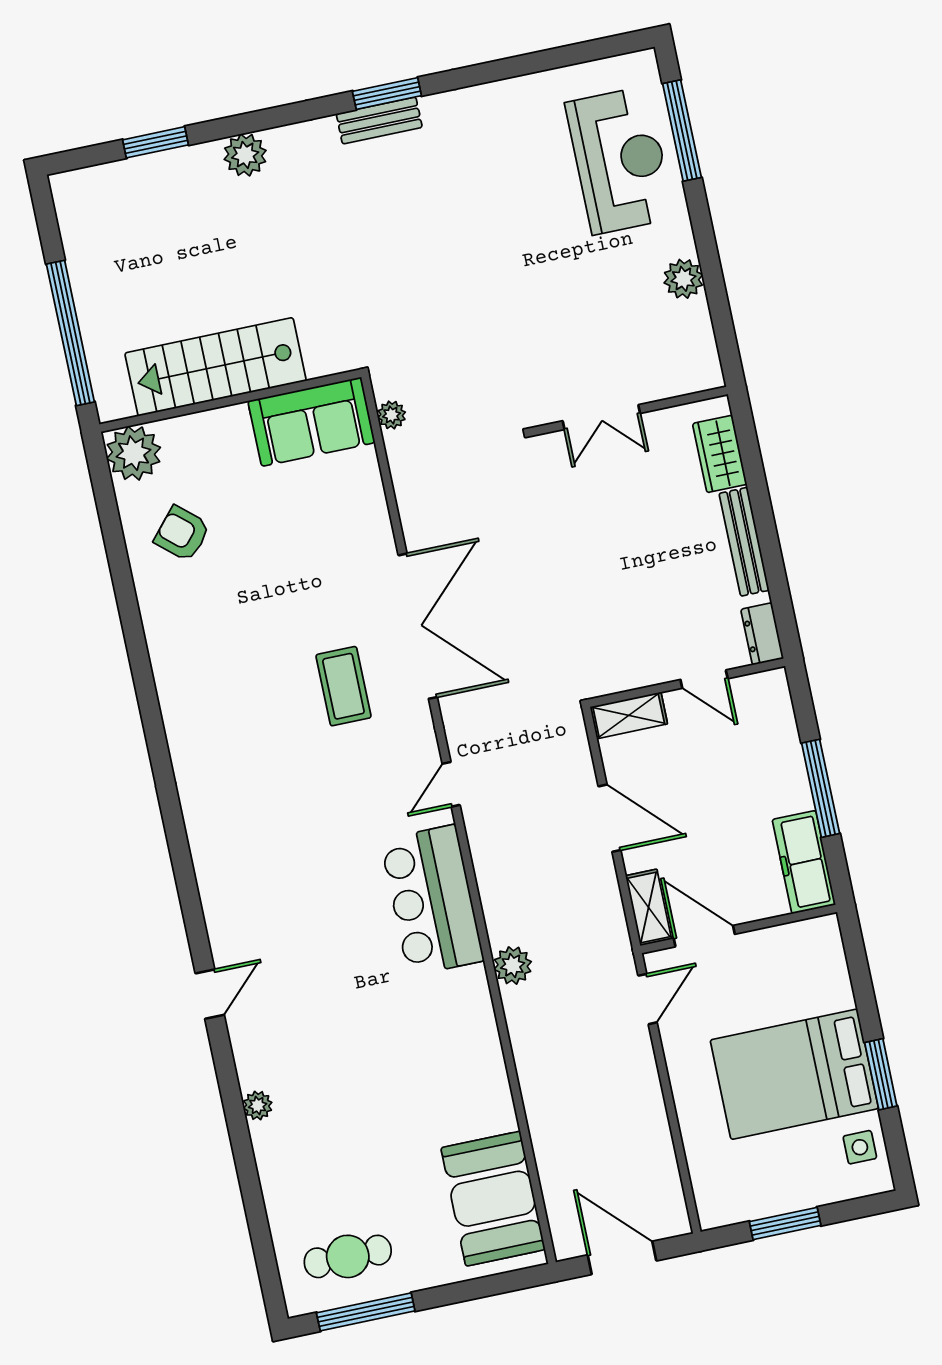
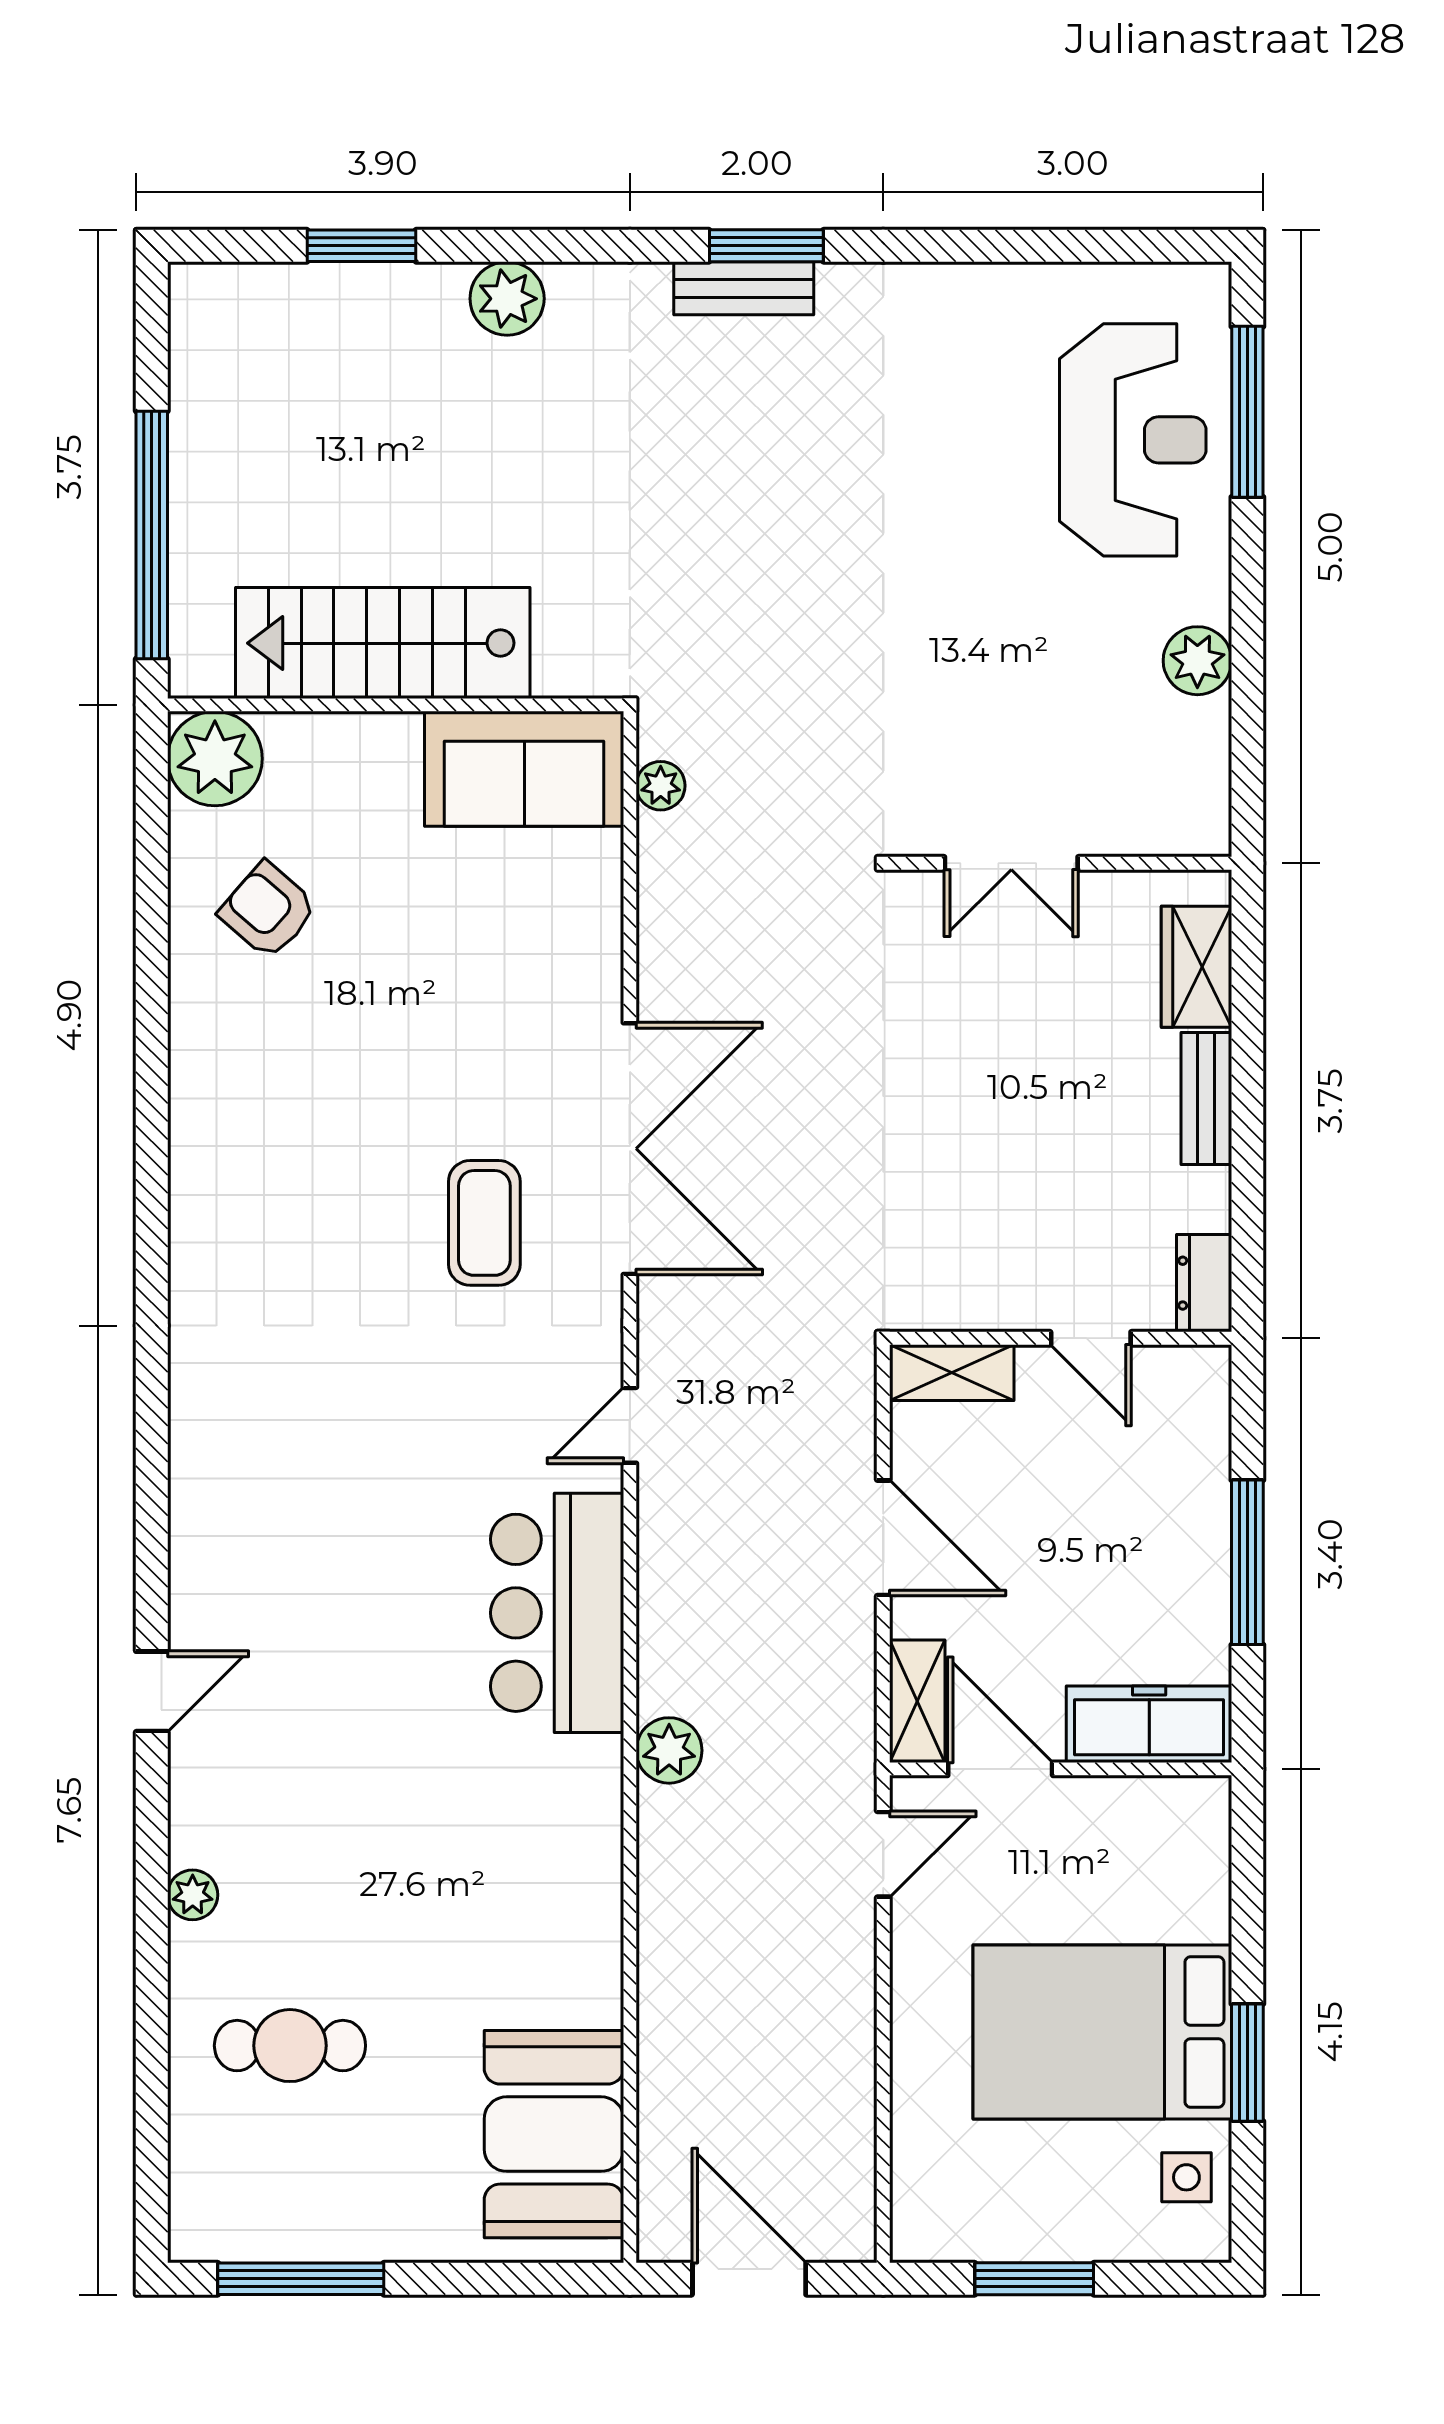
bench: (744, 542) -> (1206, 1098), width x0.73
freezer: (804, 862) -> (1149, 1724), moved, turned 90
cafe table: (348, 1256) -> (290, 2046), moved

